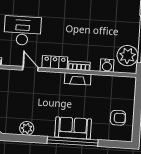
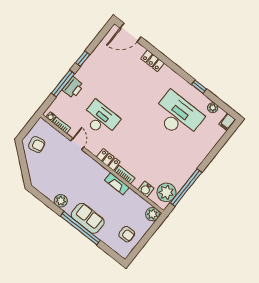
door: (30, 69) -> (77, 144), moved
plant: (129, 84) -> (152, 214), added
plant: (27, 128) -> (61, 201), moved

